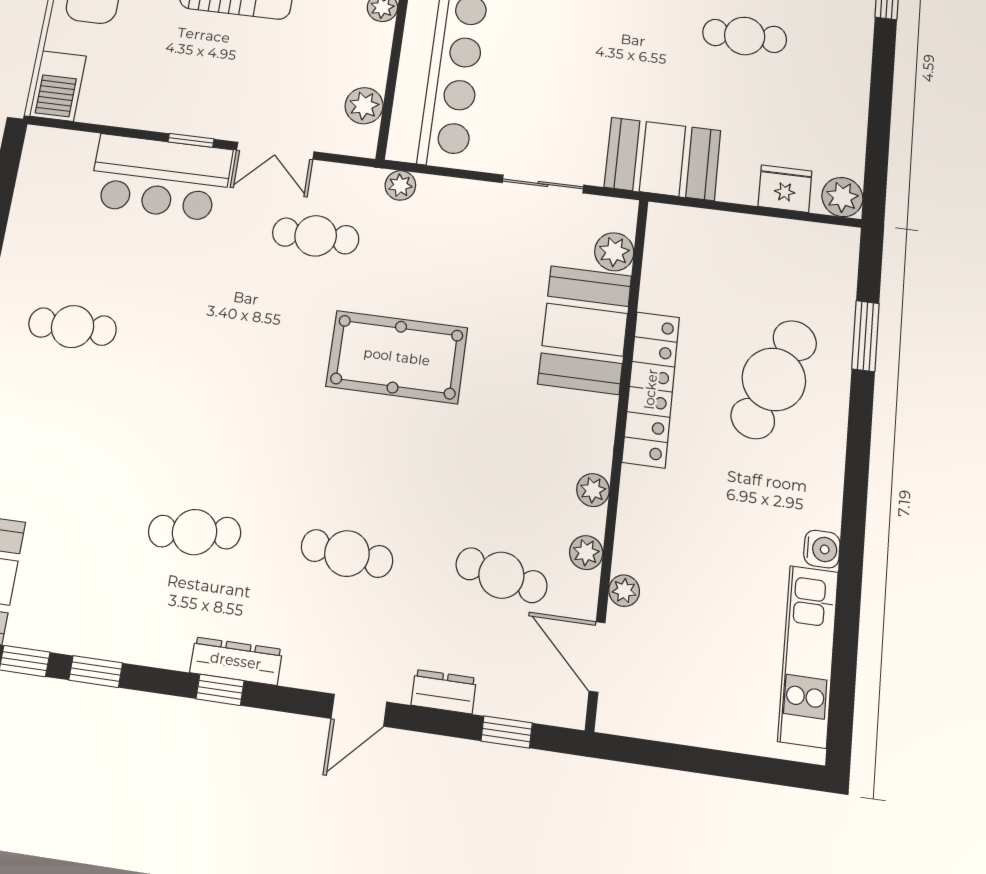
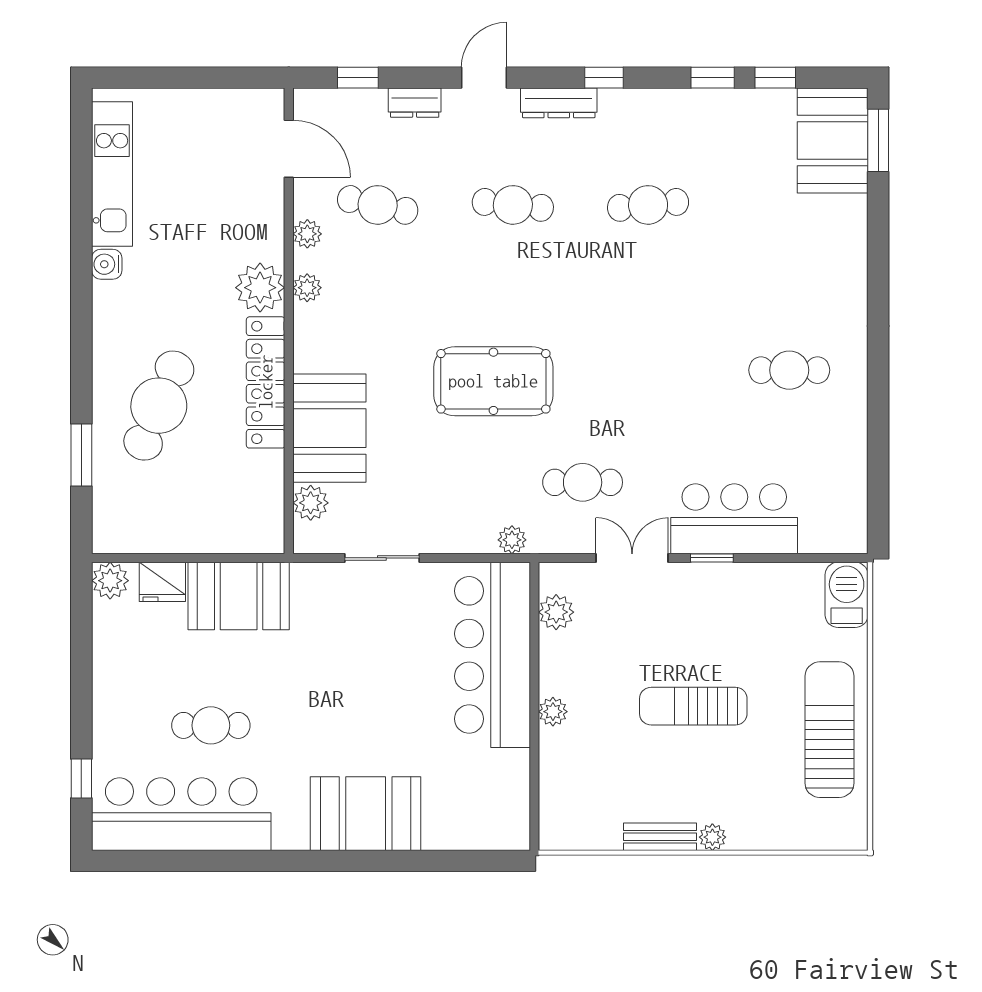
booth: (663, 159) -> (239, 596), moved
plant: (624, 591) -> (260, 288), moved, width x1.88, depth x1.88
dresser: (236, 661) -> (559, 103), moved

